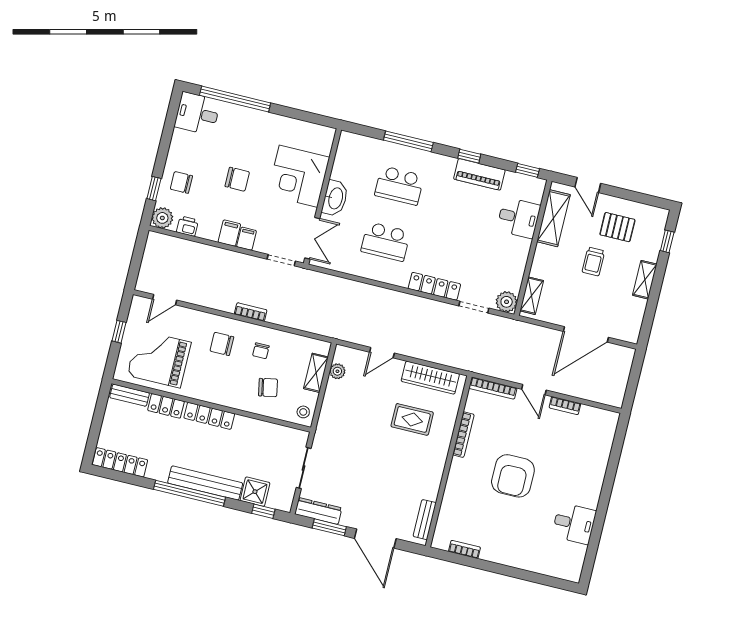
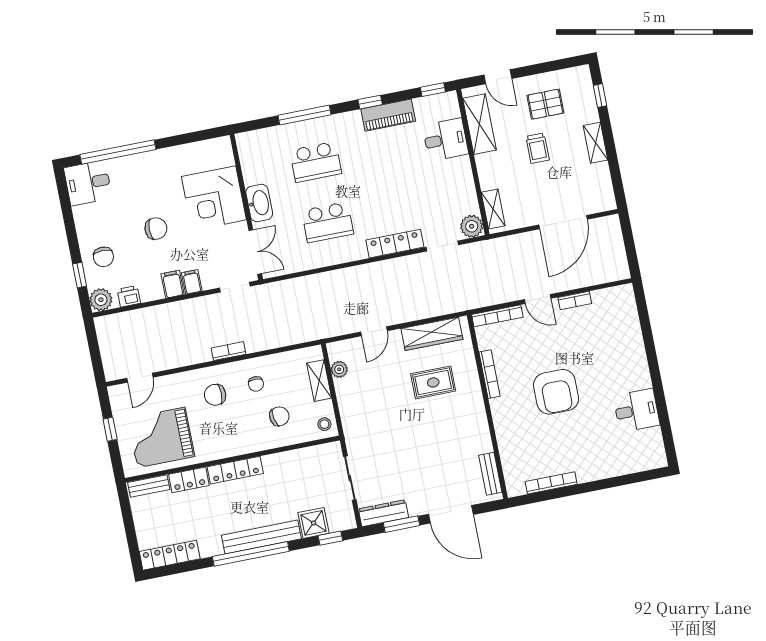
chair: (181, 182) -> (103, 257), turned -90
bookcase: (464, 549) -> (551, 483), width x1.56

